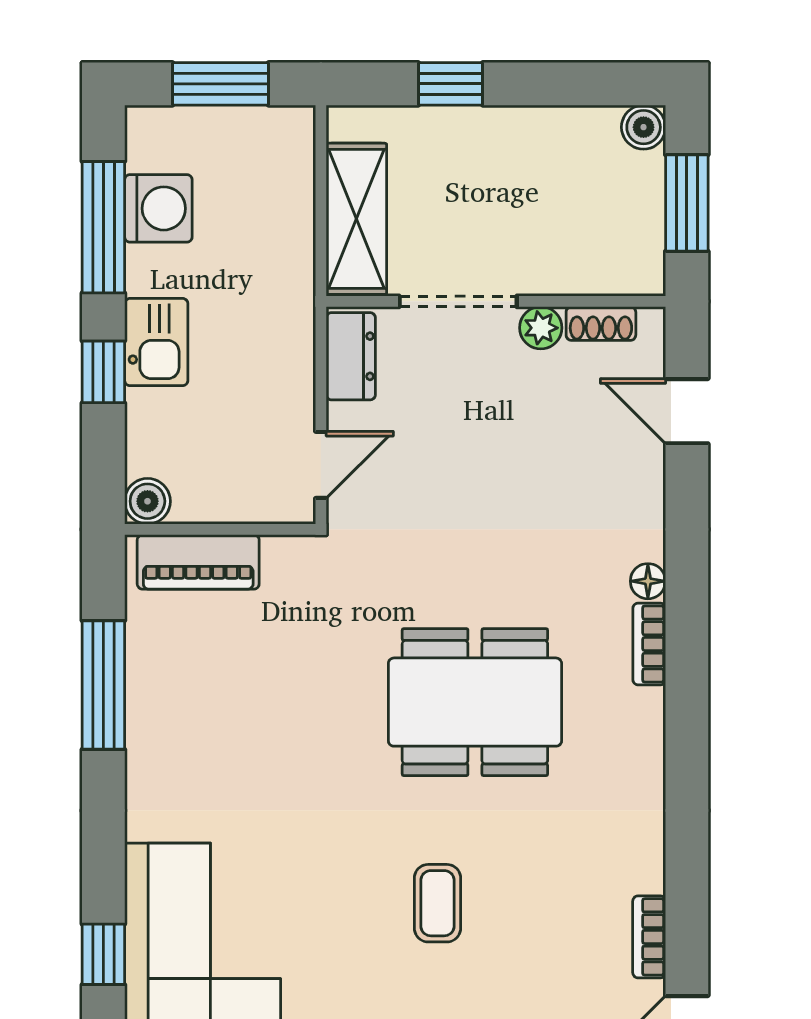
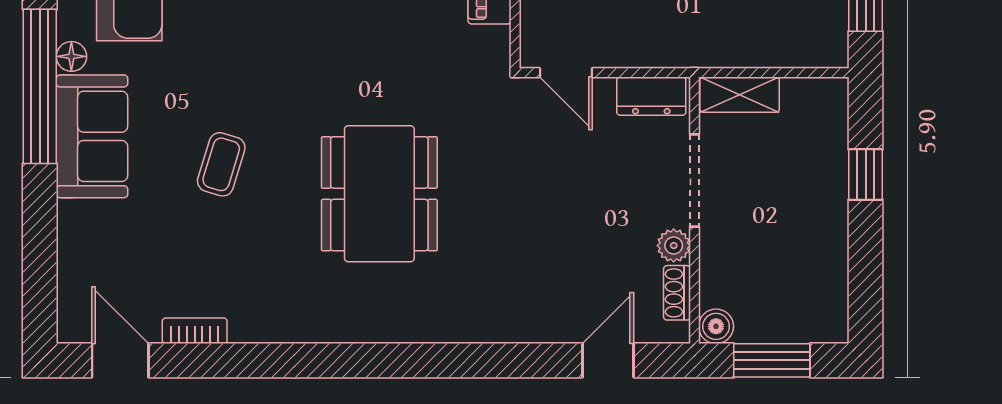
boiler: (644, 127) -> (716, 326), moved
shelving: (356, 219) -> (740, 95), width x0.67, depth x0.75
floor lamp: (648, 581) -> (474, 330), removed
bookcase: (649, 644) -> (425, 331), removed
coffee table: (438, 903) -> (221, 164), turned -73

